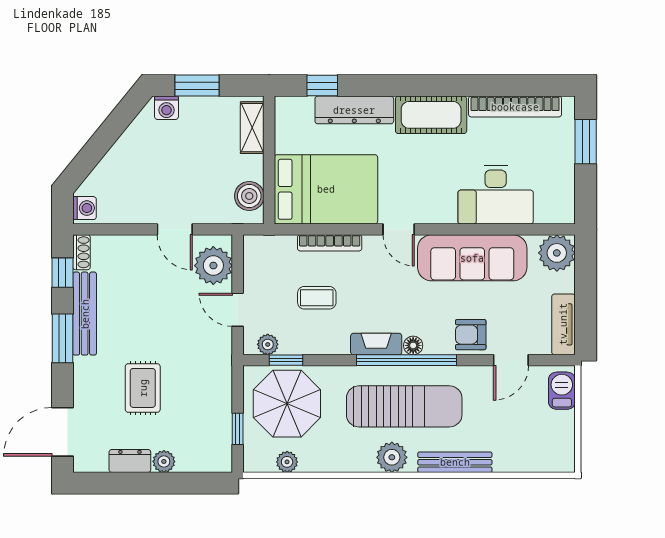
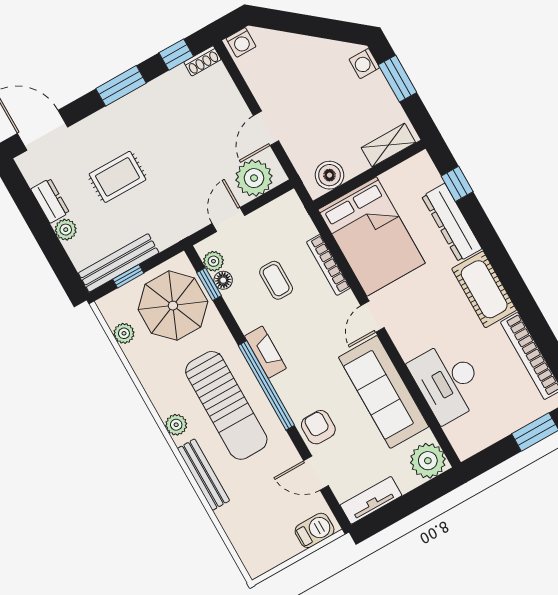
bench: (85, 314) -> (119, 263), moved
floor lamp: (413, 345) -> (223, 280), moved
plant: (392, 457) -> (176, 425), width x0.73, depth x0.73

